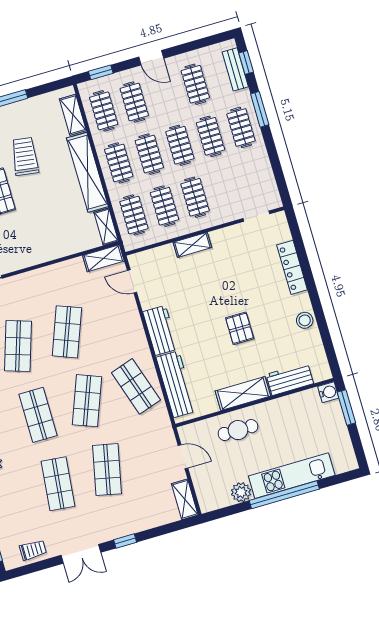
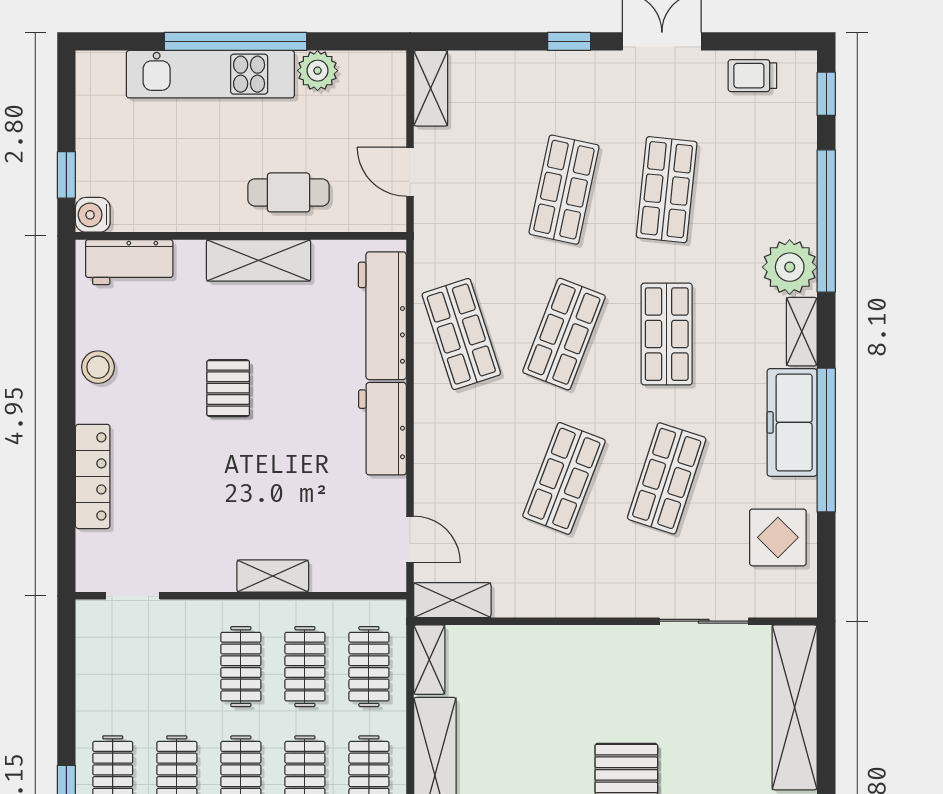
workbench: (290, 379) -> (129, 262), moved
window: (346, 408) -> (66, 175), width x0.67

